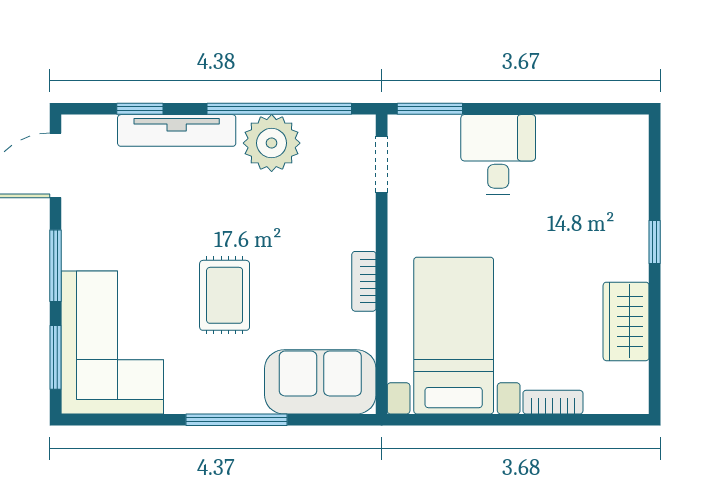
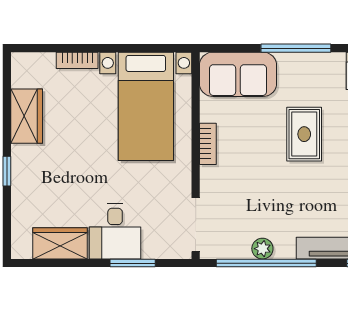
window: (430, 109) -> (133, 263), moved
wardrobe: (578, 137) -> (60, 243), added
plant: (272, 143) -> (262, 249), width x0.53, depth x0.53
doorway: (382, 164) -> (196, 225), width x1.38

